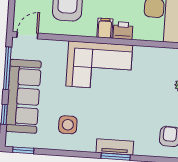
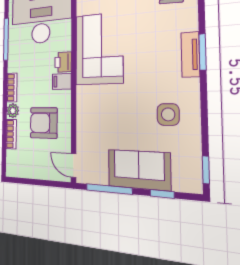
corner sofa: (99, 66) -> (99, 49), moved
sofa: (23, 96) -> (139, 170), width x0.73

